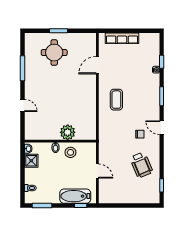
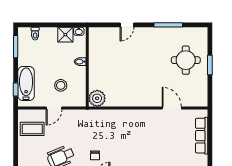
coffee table: (116, 100) -> (32, 129), moved
plant: (68, 132) -> (97, 98), moved
stool: (70, 152) -> (61, 85), moved

